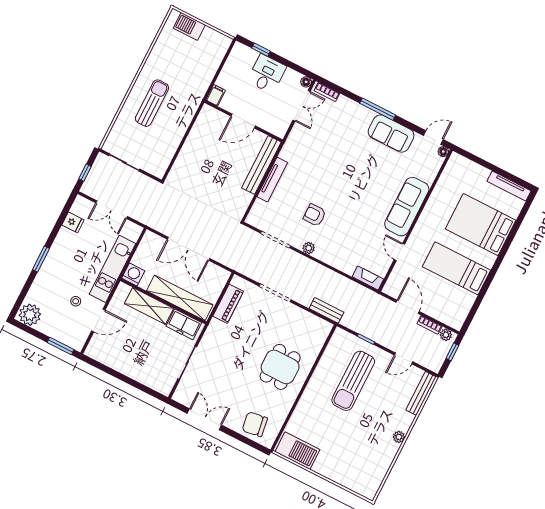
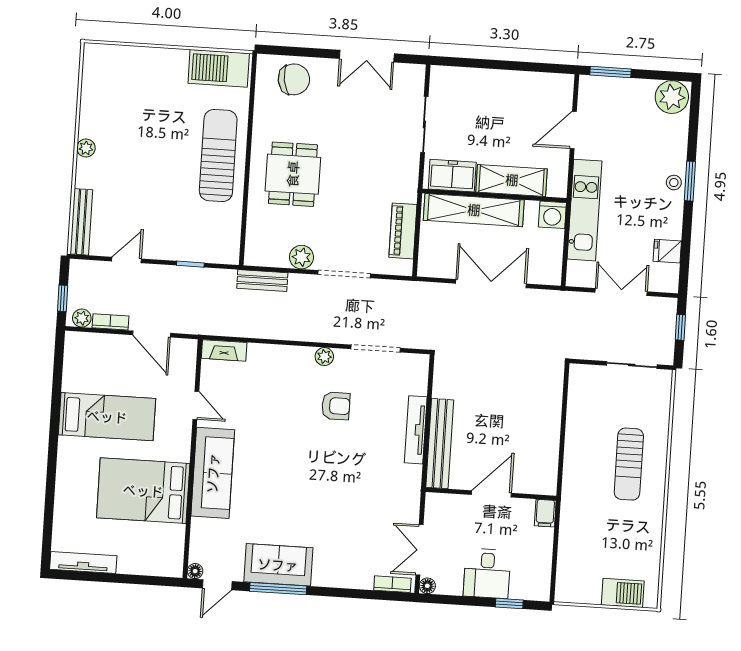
window: (378, 109) -> (278, 589), moved
bed: (481, 225) -> (143, 491), moved, turned 180
stool: (76, 301) -> (674, 183), moved
plant: (297, 314) -> (301, 257), added
sun lounger: (353, 381) -> (218, 156), moved

